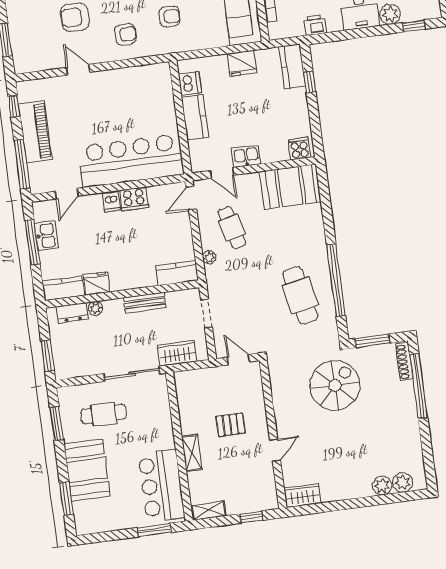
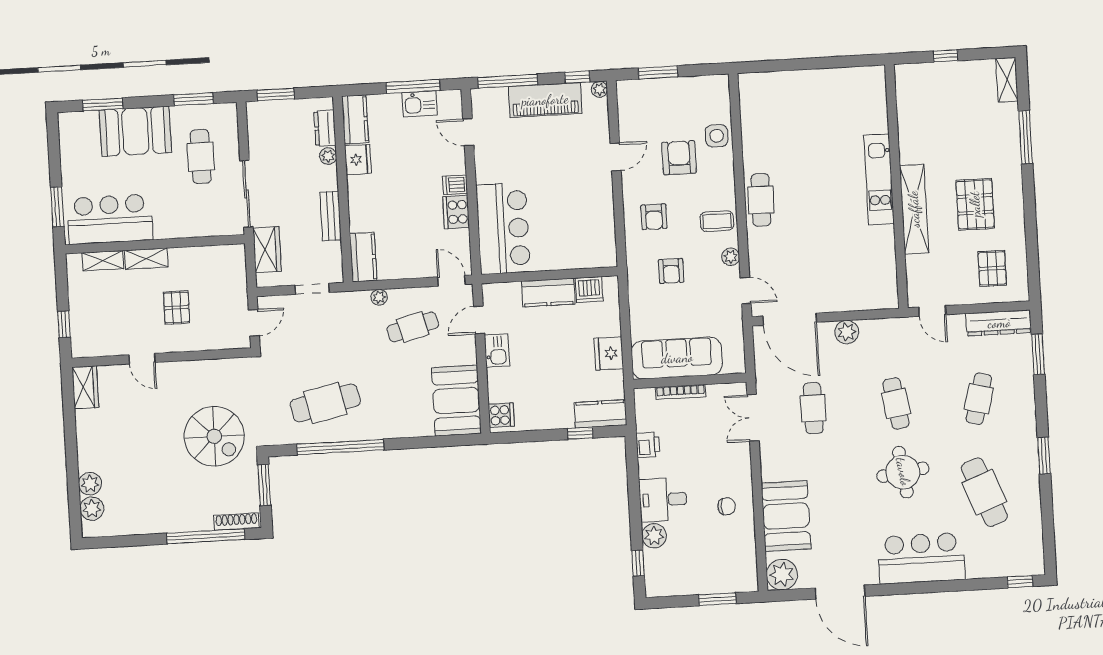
plant: (23, 87) -> (599, 89), added
bar counter: (131, 160) -> (503, 229), width x0.73
shelving: (208, 511) -> (103, 261), moved, turned 90

